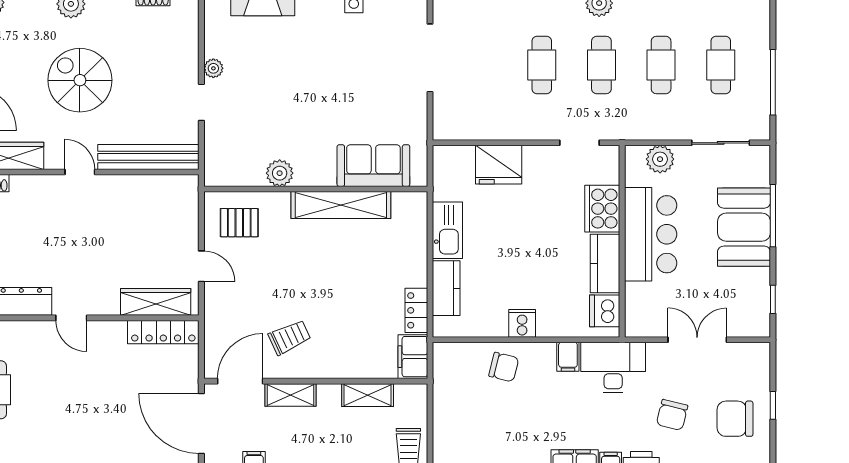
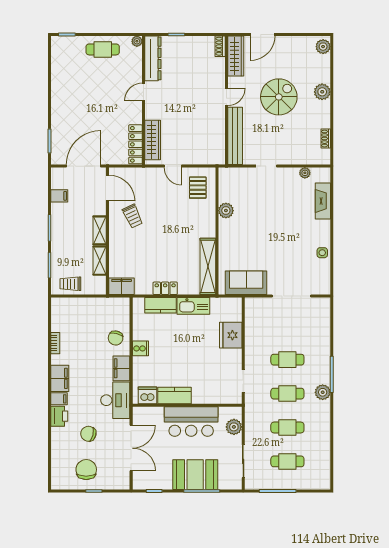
plant: (213, 68) -> (305, 173), moved
sofa: (373, 166) -> (246, 283), moved, turned -90
shelving: (341, 205) -> (208, 266), moved
cooker: (602, 209) -> (206, 394), removed
door: (201, 266) -> (173, 166), hinge flipped
locker: (416, 310) -> (165, 288), moved
double door: (697, 340) -> (131, 448), width x1.37
filing cabinet: (568, 357) -> (121, 368), width x2.00
shelving: (291, 395) -> (100, 230), moved

